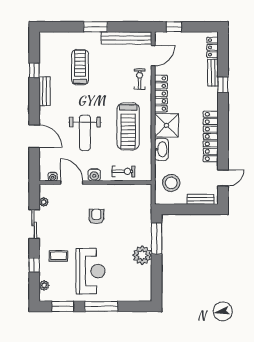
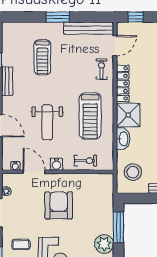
treadmill: (80, 67) -> (42, 57), turned 180
armchair: (96, 216) -> (59, 205), width x1.88, depth x1.88

